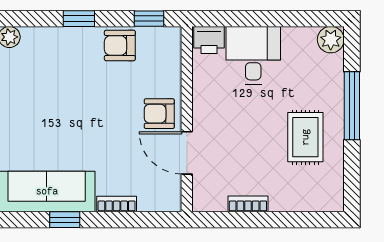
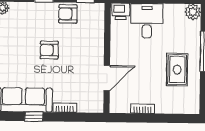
armchair: (159, 114) -> (49, 50), moved
door: (187, 153) -> (107, 78), swing flipped

